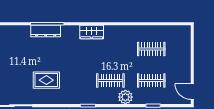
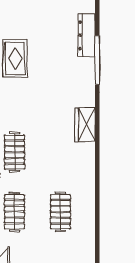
dresser: (46, 31) -> (87, 35), moved

